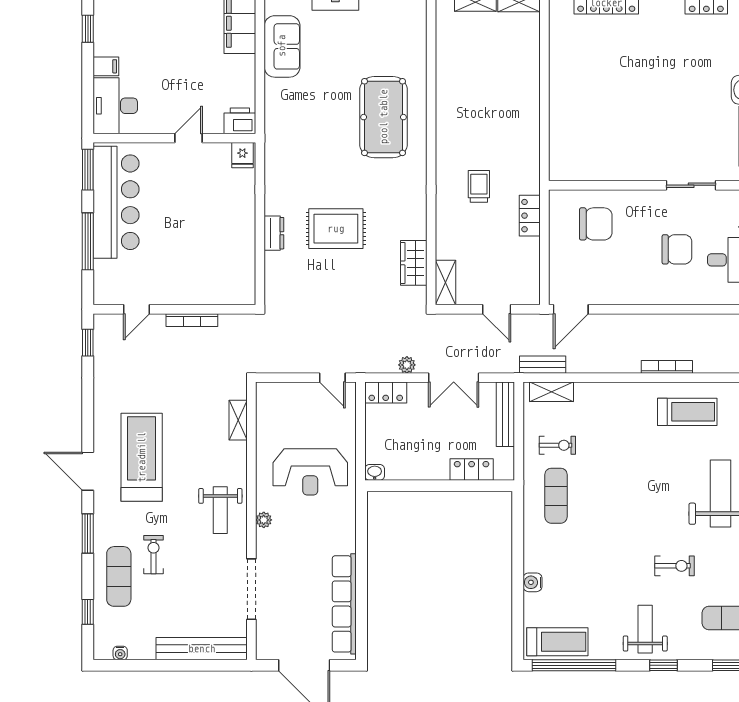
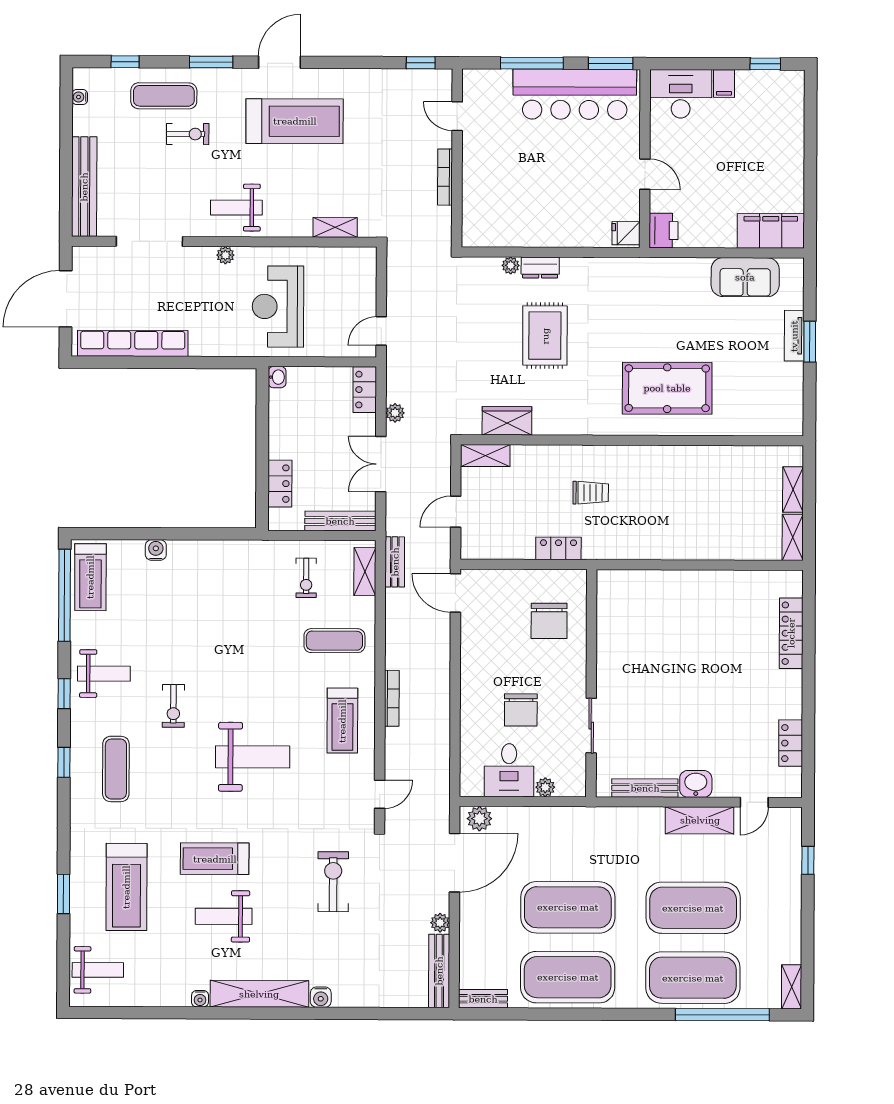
plant: (272, 260) -> (511, 265), added
exercise mat: (556, 496) -> (334, 641), moved

